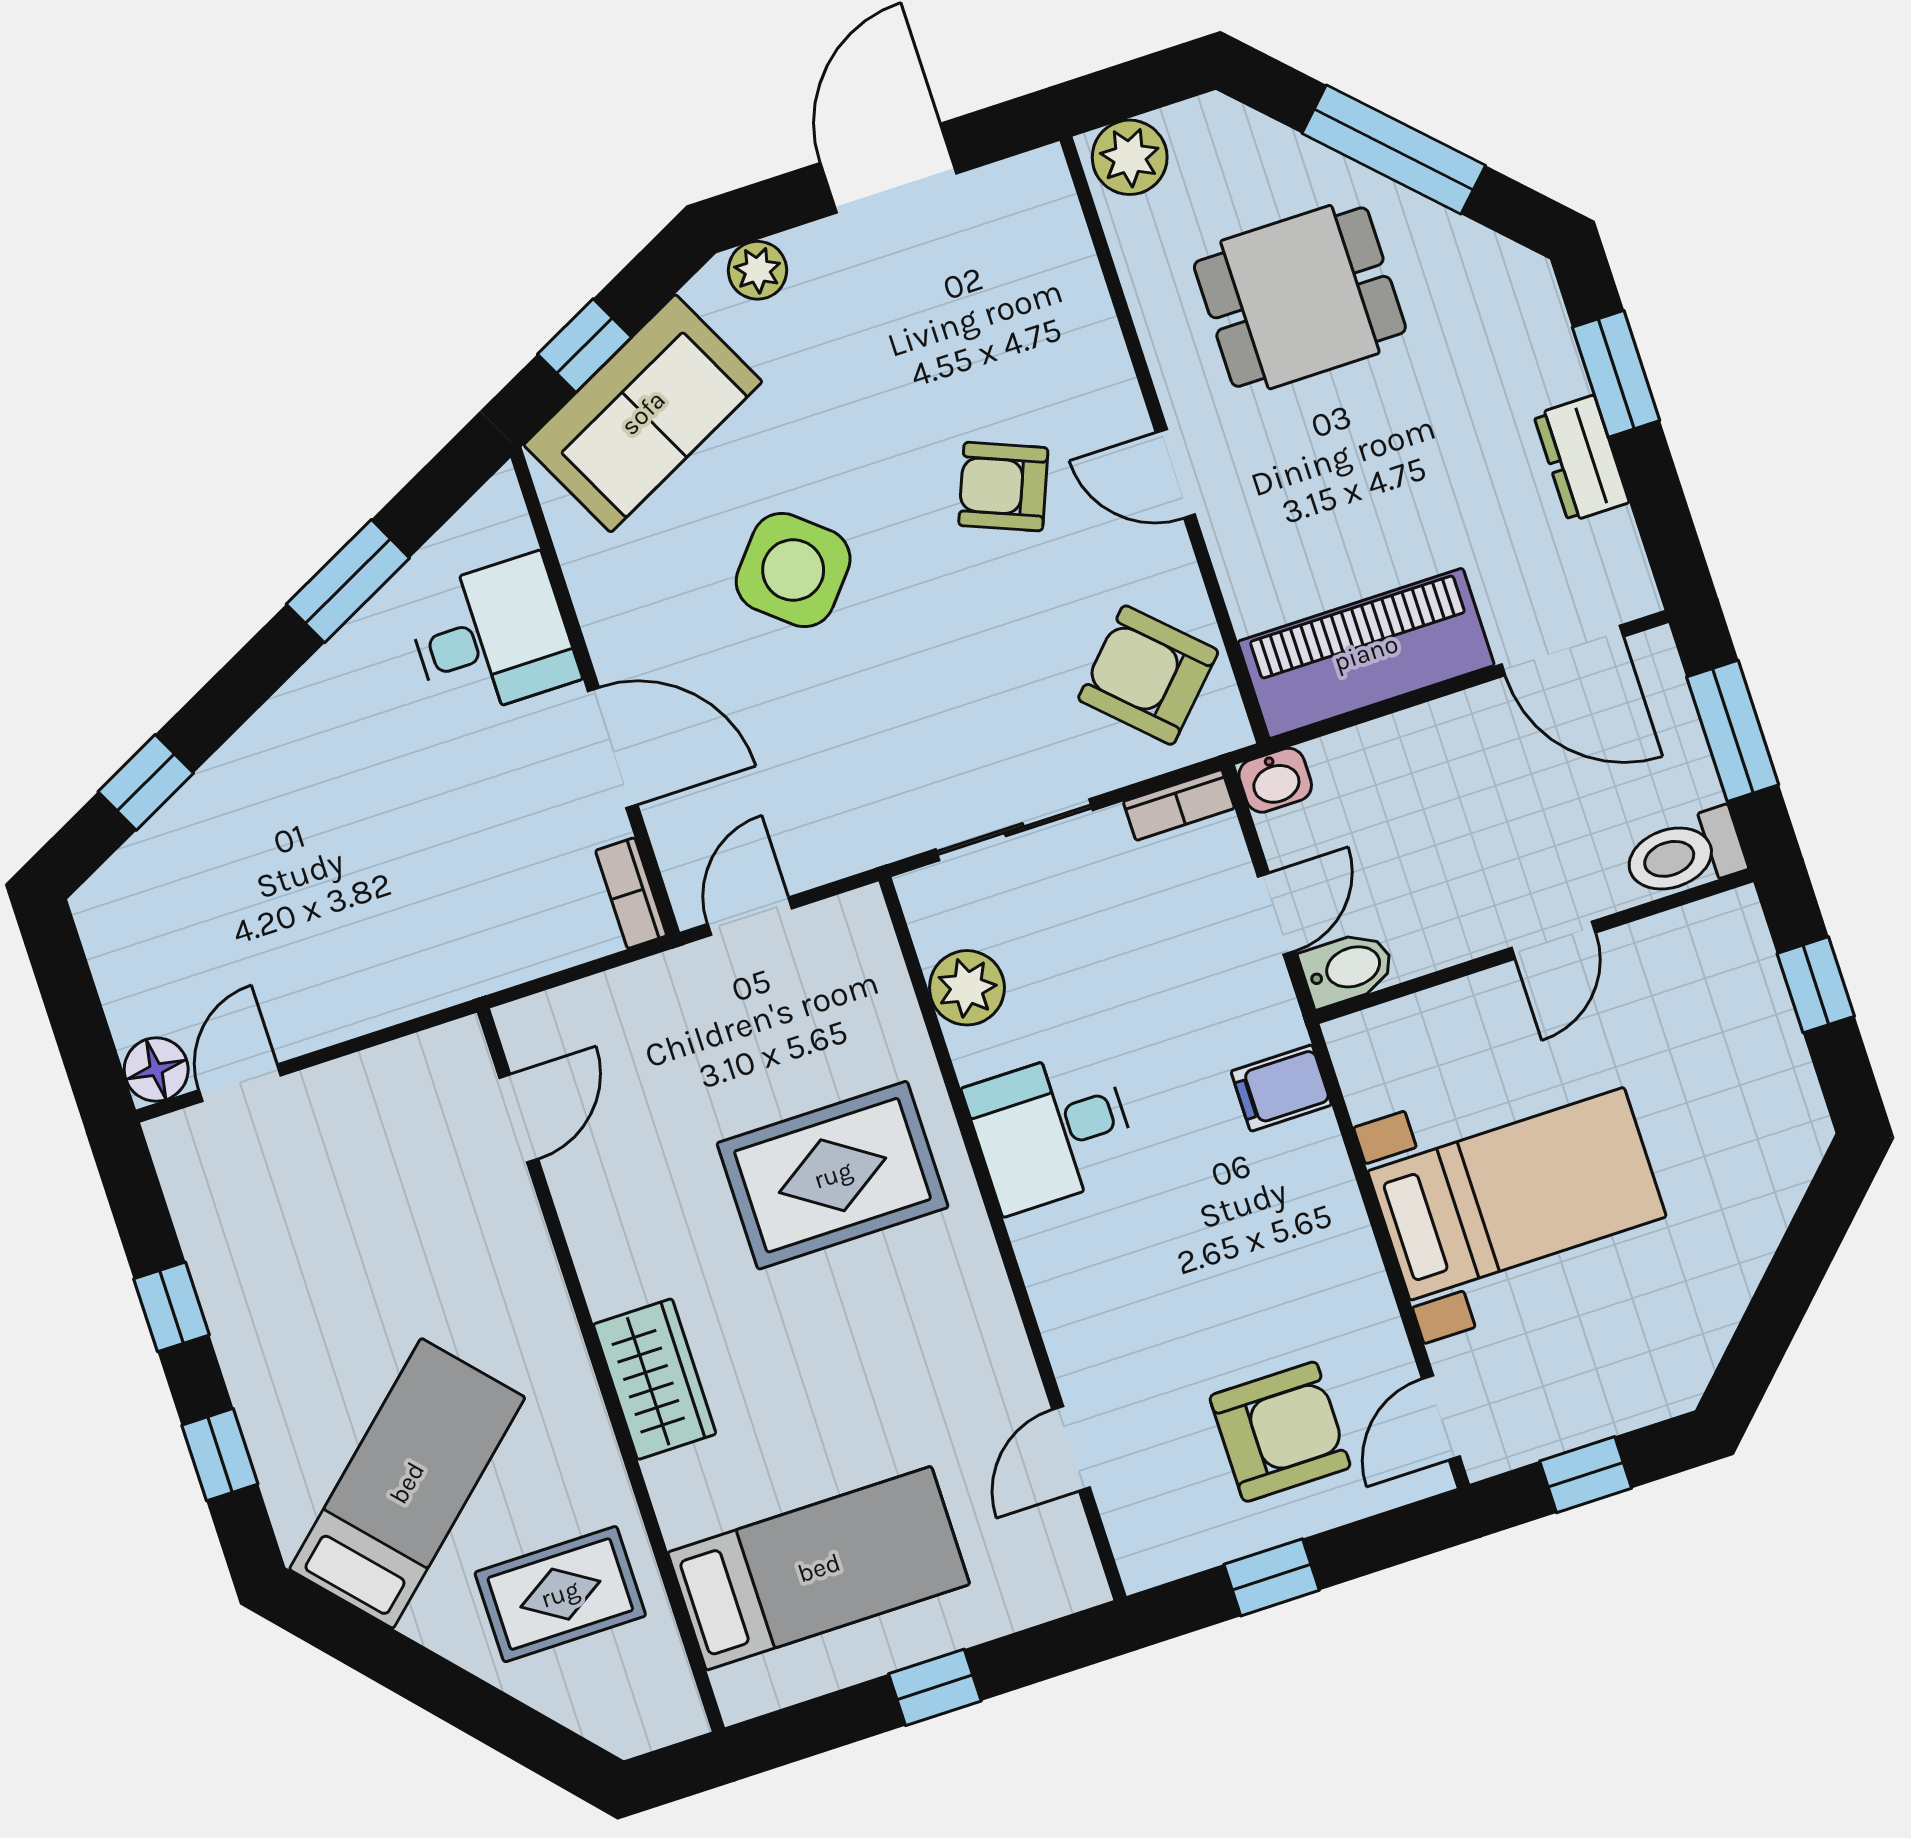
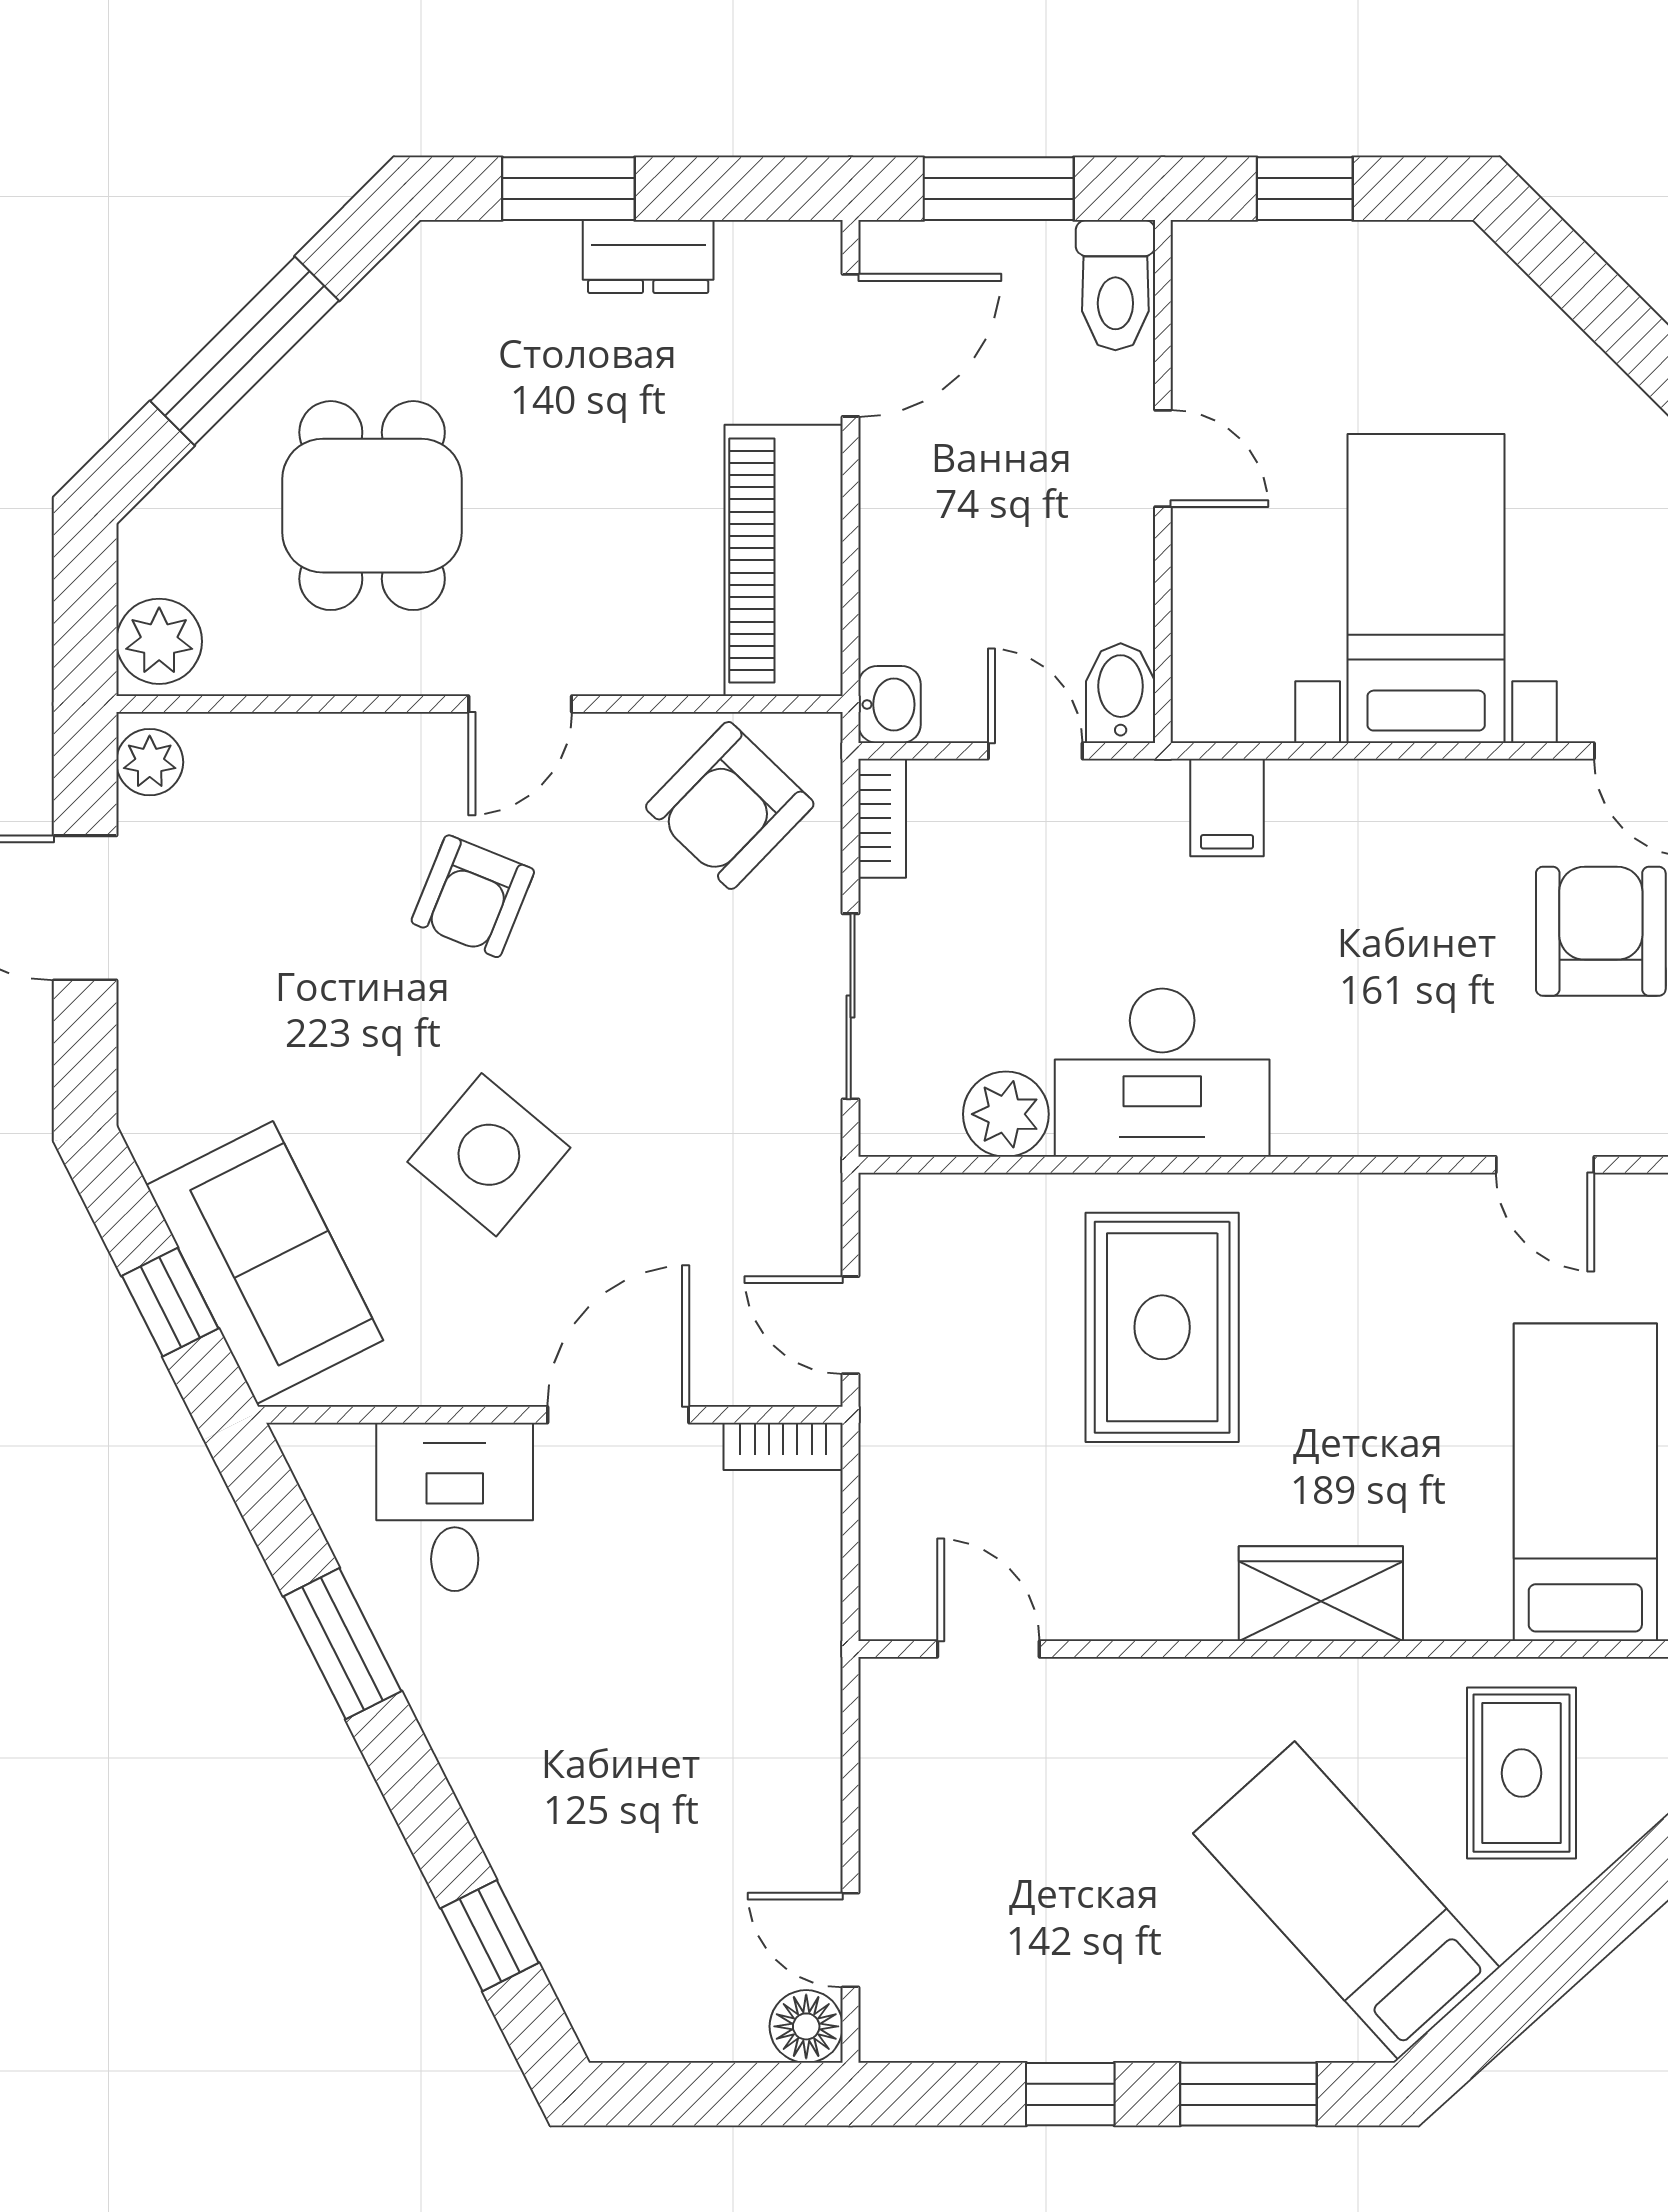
plant: (757, 270) -> (150, 762), moved
desk: (1052, 1130) -> (1162, 1073), width x1.37
window: (220, 1455) -> (1248, 2094), width x1.50

